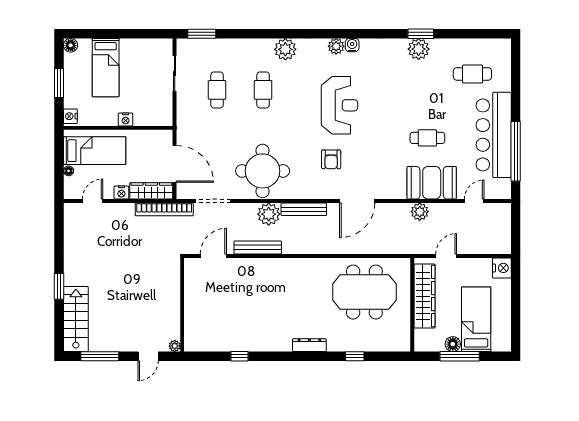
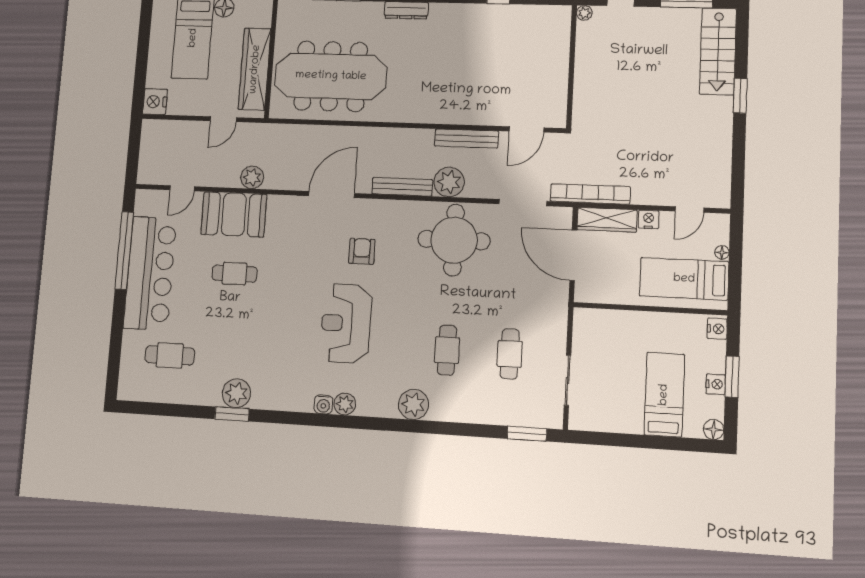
nightstand: (126, 120) -> (716, 384), moved, turned 90
meeting table: (364, 292) -> (331, 76), width x1.36

